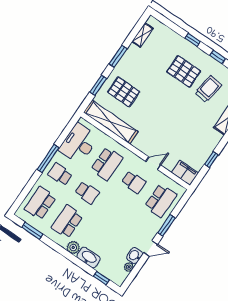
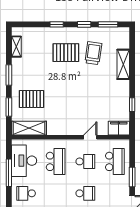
shelving: (111, 122) -> (29, 128), width x0.68
window: (48, 159) -> (9, 173), moved
school desk: (87, 193) -> (85, 193), moved

